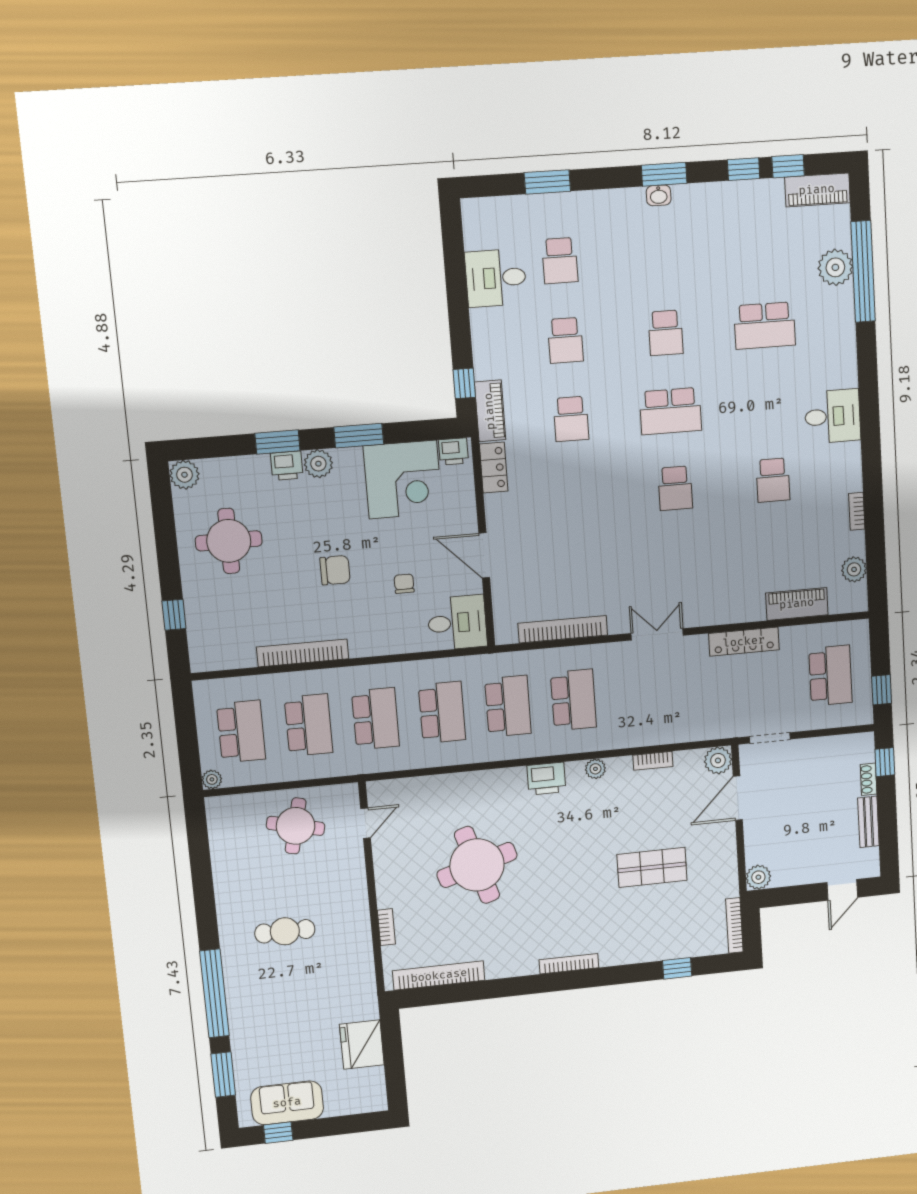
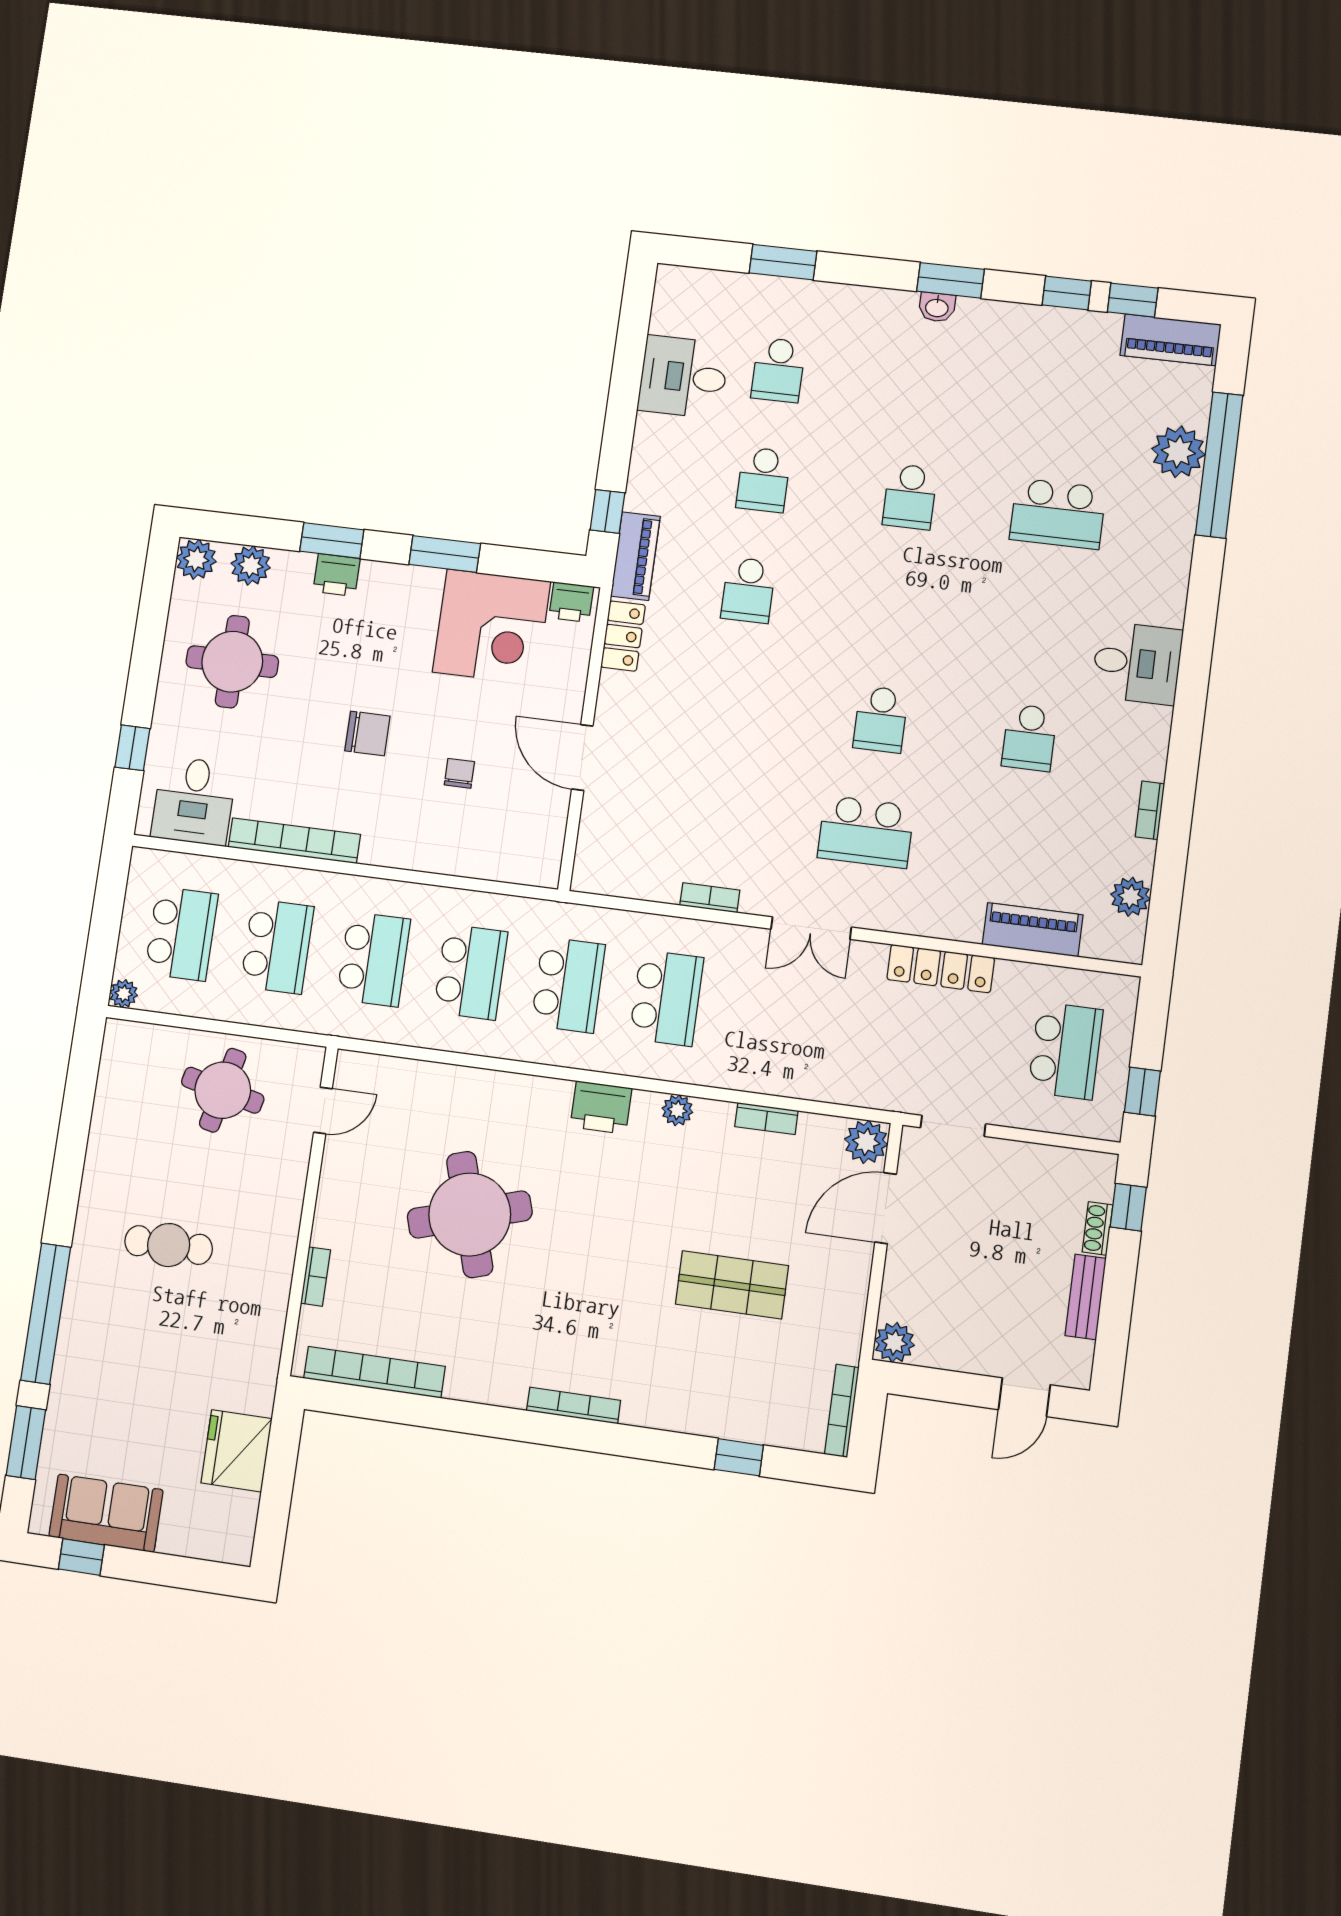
school desk: (670, 411) -> (866, 832), moved
plant: (318, 464) -> (251, 565), moved
desk: (457, 623) -> (194, 801), moved, turned 90
bookcase: (563, 629) -> (710, 898), width x0.43, depth x0.76
double door: (657, 634) -> (811, 928), swing flipped

